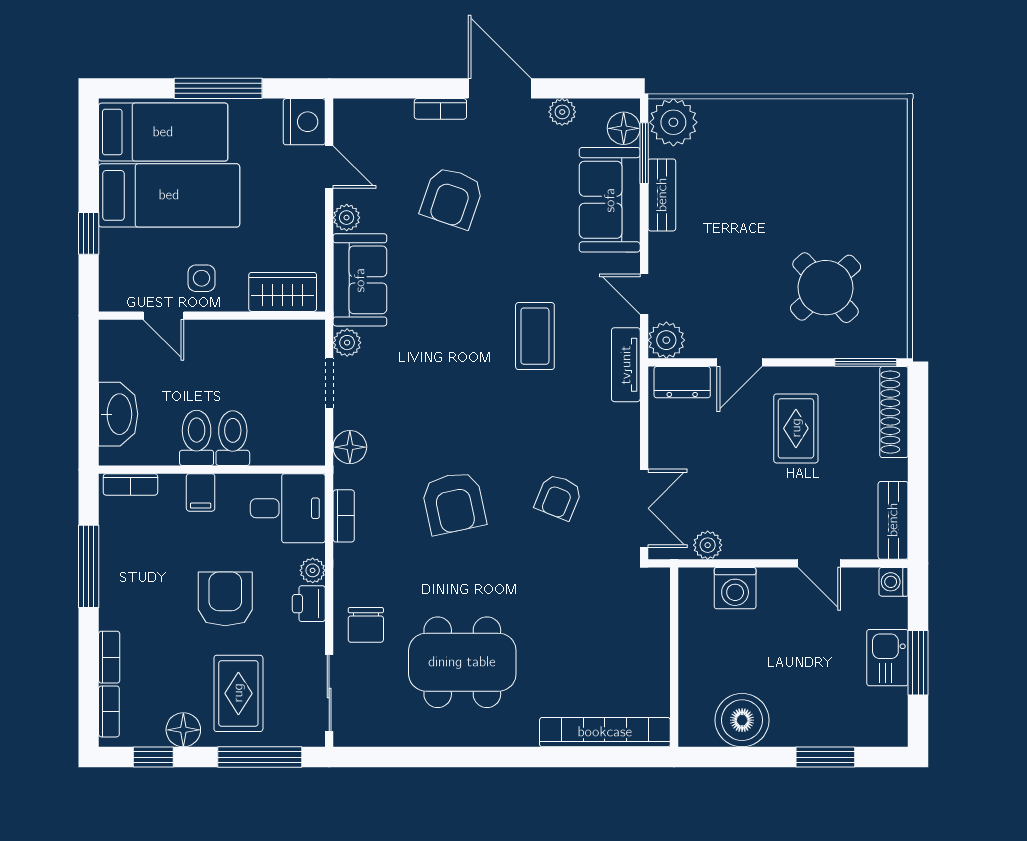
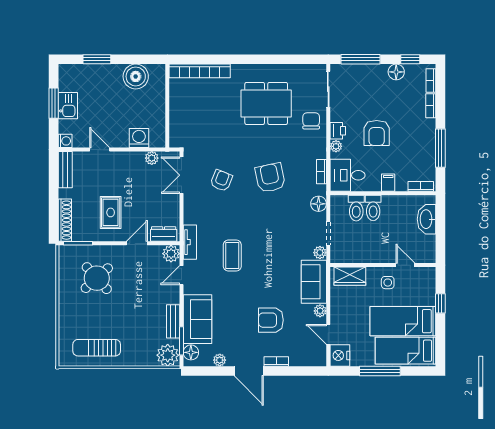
sun lounger: (826, 138) -> (97, 348), added
armchair: (452, 198) -> (271, 320), turned -109
door: (644, 294) -> (181, 275), swing flipped
toilet: (197, 438) -> (356, 208), moved
rug: (238, 693) -> (371, 89), removed

